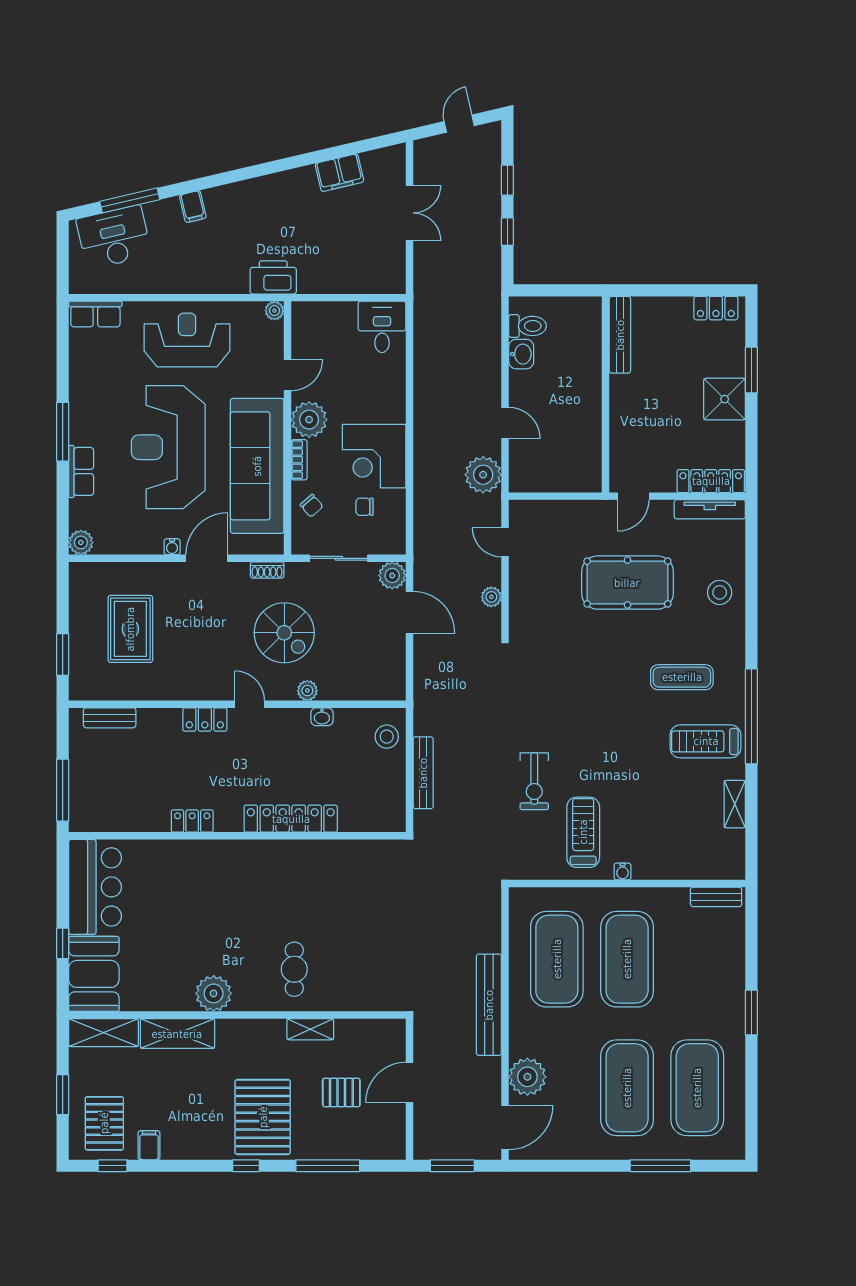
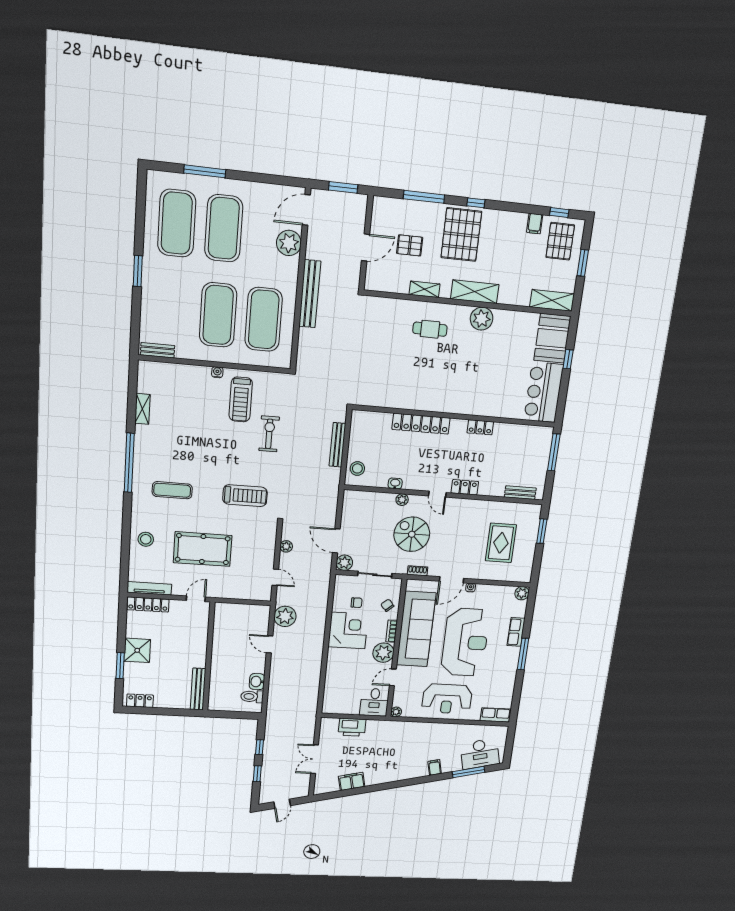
printer: (273, 277) -> (352, 727), moved
desk: (382, 327) -> (374, 702), moved
treadmill: (706, 741) -> (245, 496), moved
cafe table: (294, 969) -> (430, 329), turned 90
shelving: (177, 1034) -> (475, 292), moved

